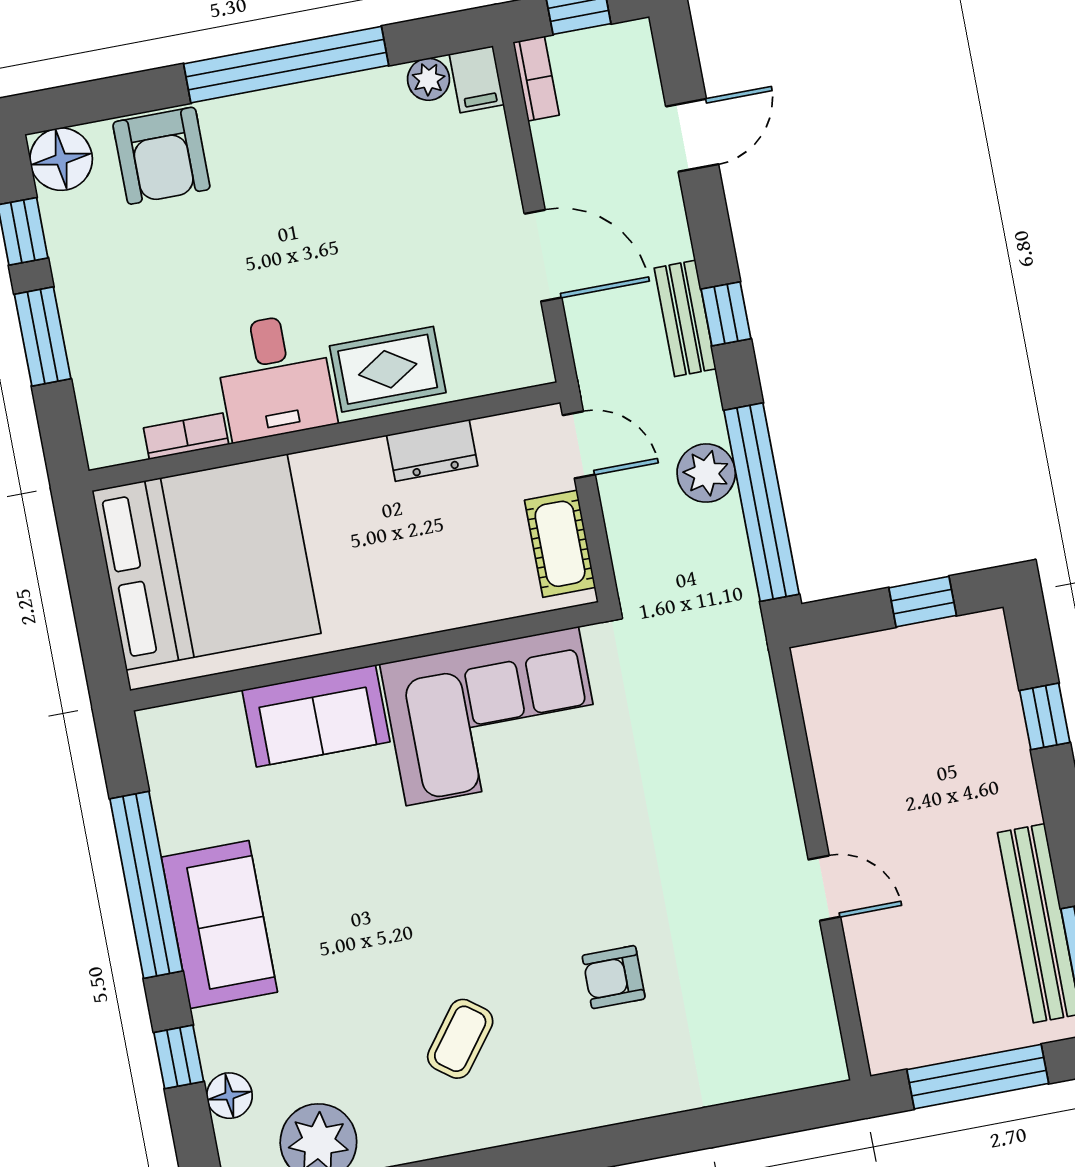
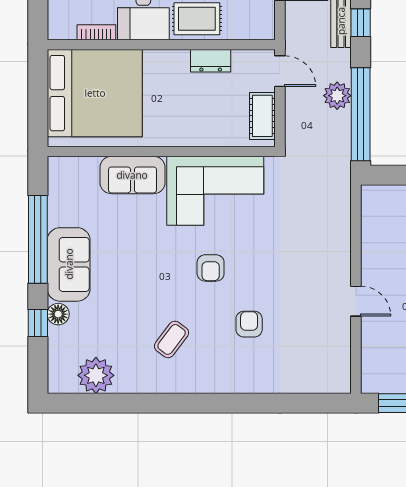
armchair: (513, 877) -> (211, 268), added
armchair: (614, 977) -> (249, 324), turned 90
floor lamp: (229, 1096) -> (58, 314), moved

